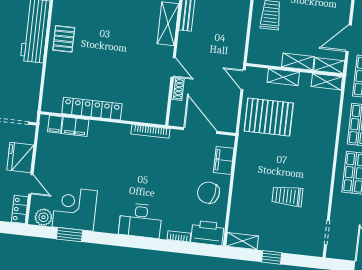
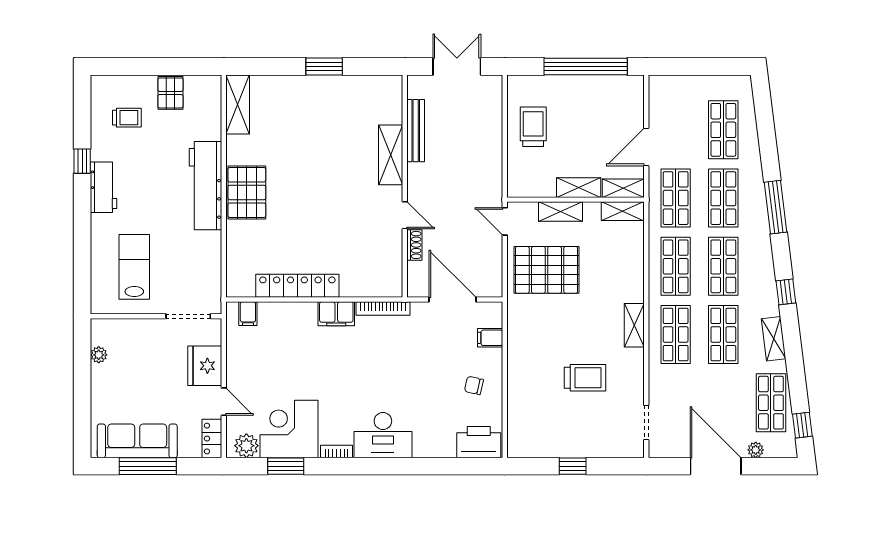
pallet: (64, 39) -> (247, 192), width x1.50, depth x1.42
filing cabinet: (75, 127) -> (336, 314), moved
filing cabinet: (224, 160) -> (490, 338), width x0.50
chair: (208, 193) -> (474, 385), width x0.54, depth x0.54
trolley: (287, 196) -> (585, 378), turned 180
bookcase: (179, 236) -> (336, 451), moved
shelving: (242, 241) -> (634, 325), moved, turned 90

